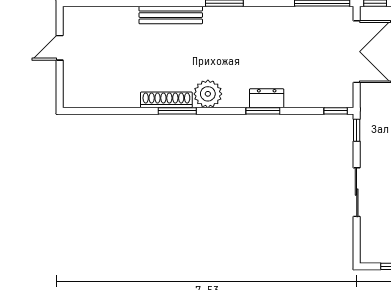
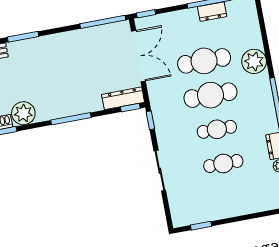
dresser: (267, 98) -> (123, 98), moved, width x1.44
window: (263, 111) -> (71, 119), width x1.44

